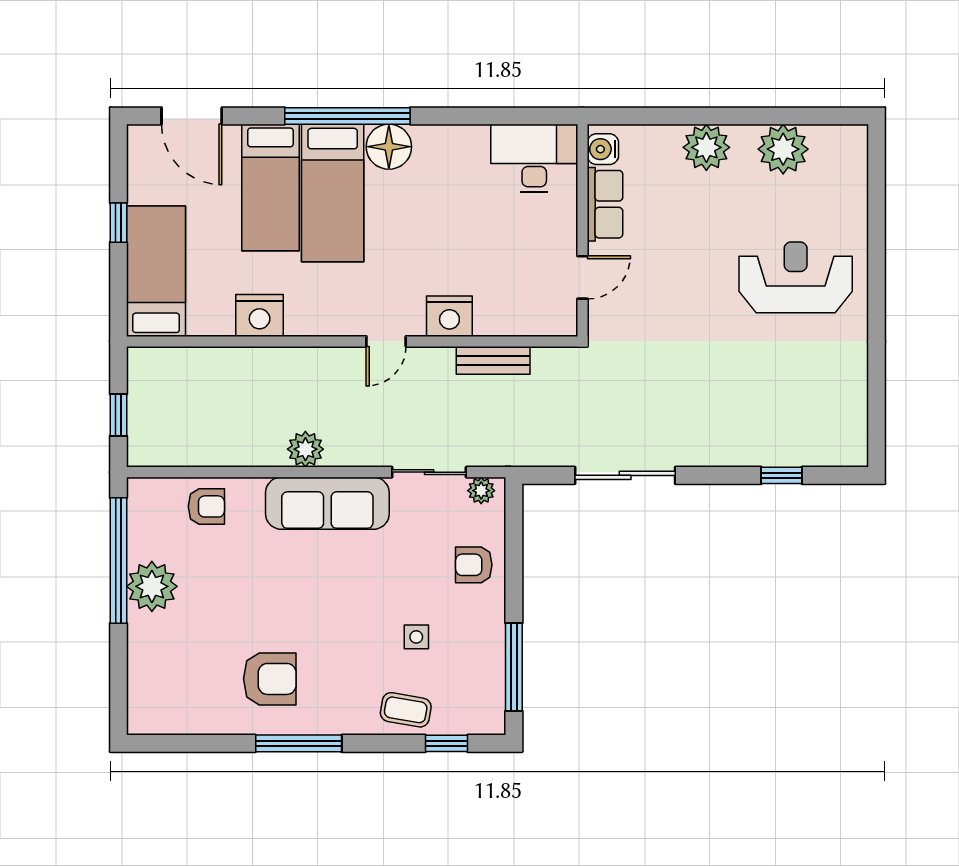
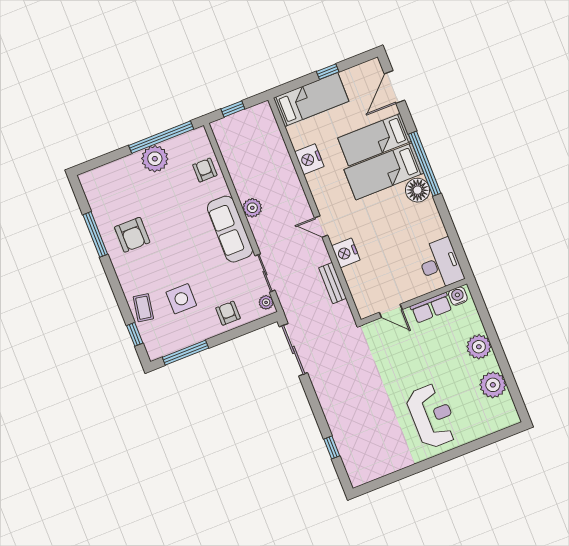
sliding door: (625, 475) -> (293, 350), moved
armchair: (206, 506) -> (205, 170), turned 180
side table: (416, 637) -> (181, 299), width x1.87, depth x1.87
window: (299, 743) -> (95, 234), moved

